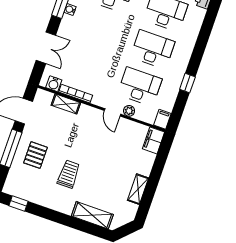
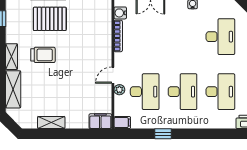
shelving: (66, 104) -> (12, 57), moved
pallet: (35, 155) -> (50, 19), width x1.50, depth x1.42

